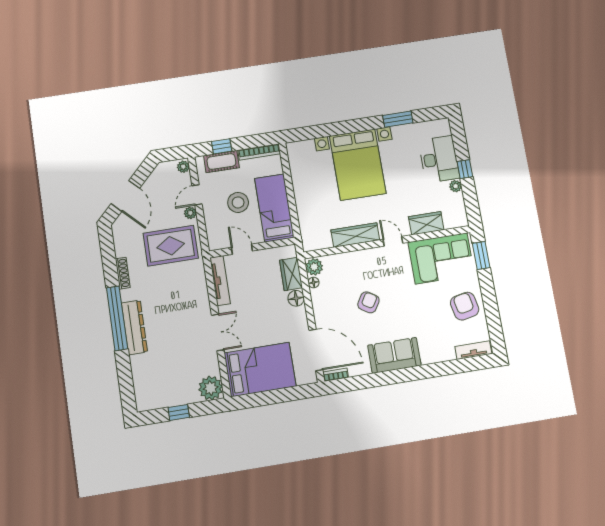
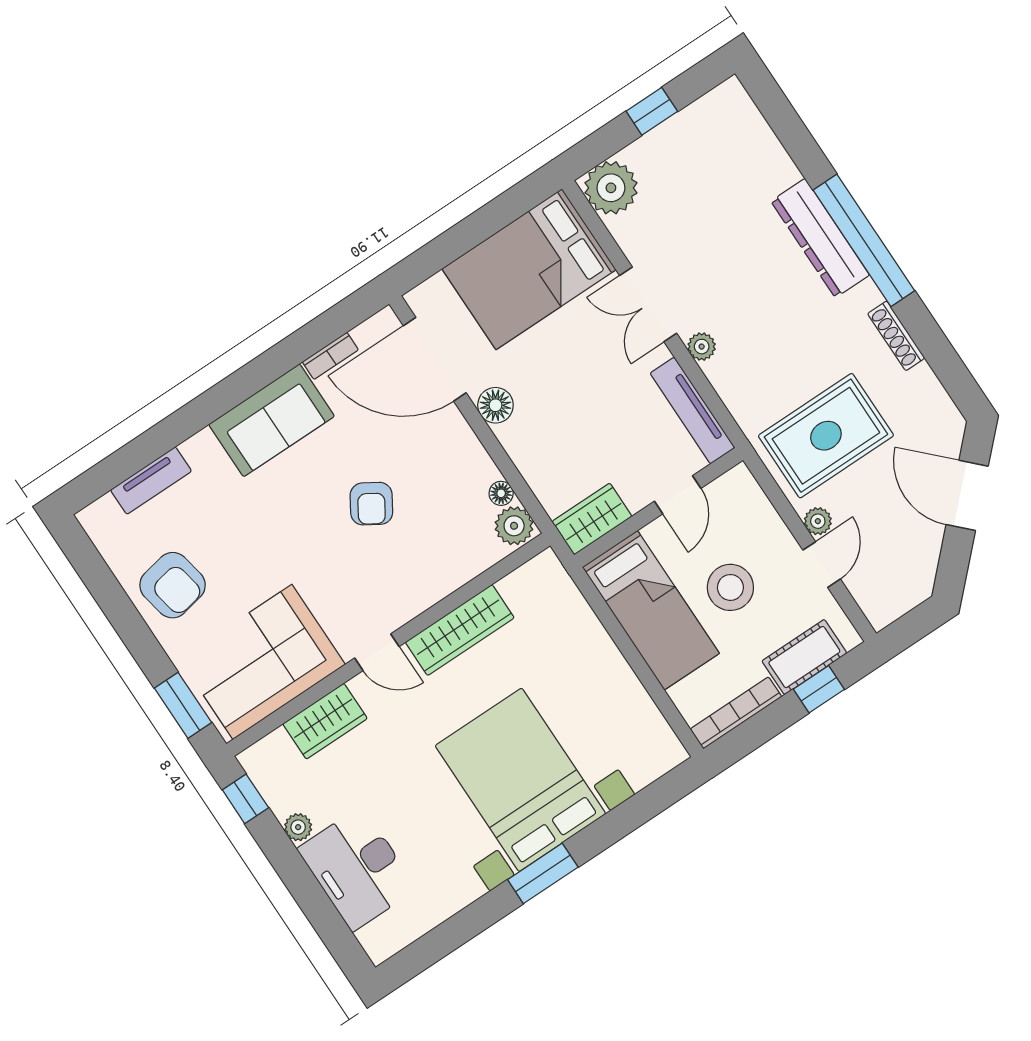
window: (398, 119) -> (543, 873), moved
plant: (183, 167) -> (702, 347), moved
window: (465, 169) -> (245, 799), moved
door: (242, 249) -> (678, 495), hinge flipped
wardrobe: (291, 274) -> (592, 519), moved, turned -90
floor lamp: (296, 298) -> (495, 405), moved
tv unit: (473, 350) -> (151, 481), moved
bookcase: (336, 375) -> (330, 356), moved

